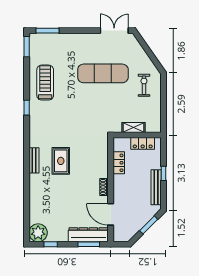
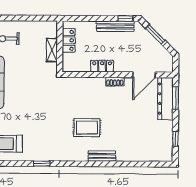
window: (27, 108) -> (42, 164), moved
bench: (34, 160) -> (102, 156), moved
locker: (119, 163) -> (102, 66), moved
window: (163, 173) -> (126, 19), moved
plant: (38, 233) -> (163, 152), removed

